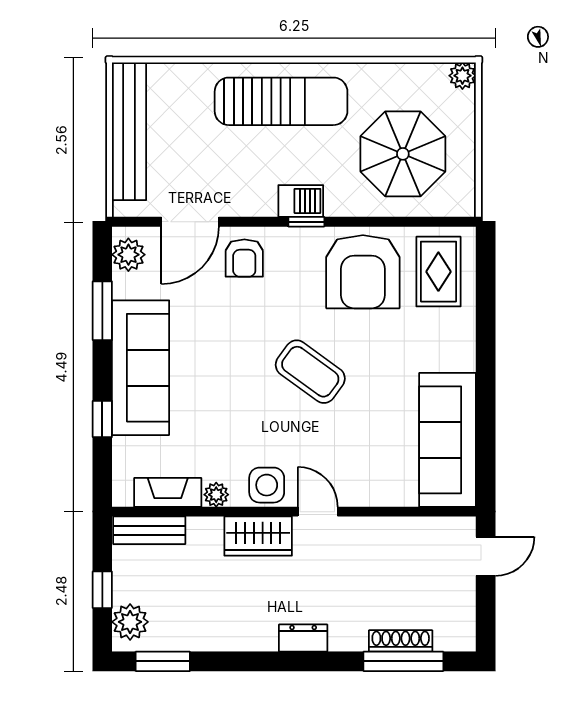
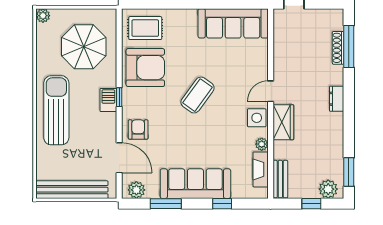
armchair: (244, 258) -> (138, 129), turned -90

